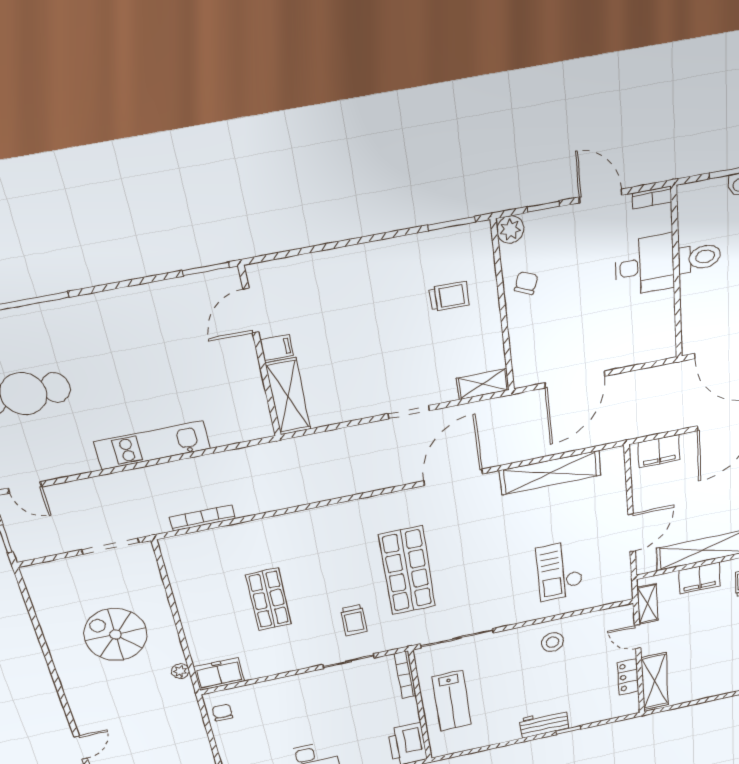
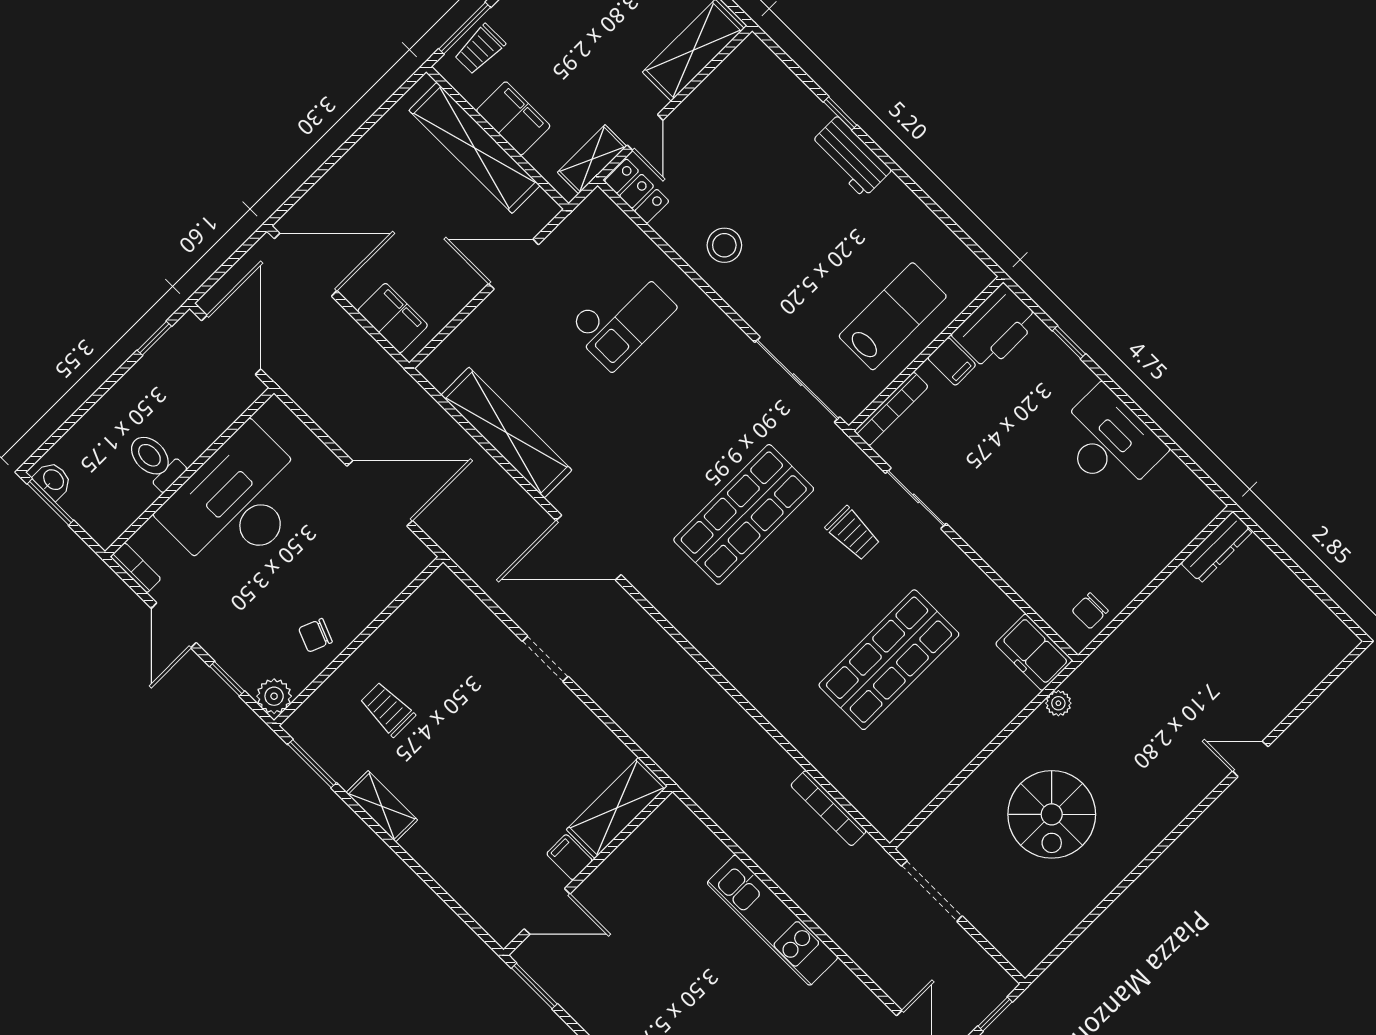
desk: (645, 265) -> (237, 502), width x1.87, depth x1.30
shelving: (483, 384) -> (382, 806), moved
shop shelf: (269, 599) -> (889, 660), width x1.43, depth x1.36
trolley: (354, 620) -> (853, 533), turned 90
locker: (628, 677) -> (637, 191), moved, turned -90
filing cabinet: (407, 716) -> (952, 361), added

